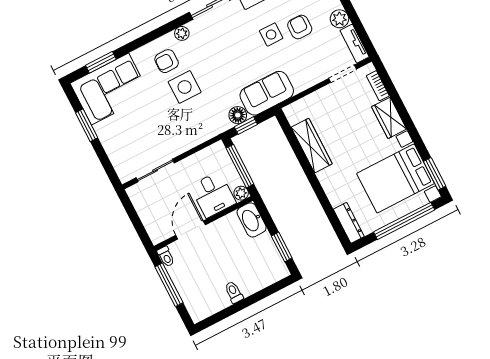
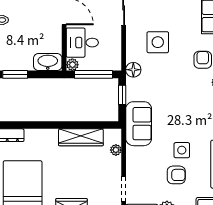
side table: (185, 87) -> (158, 42), moved
plant: (306, 103) -> (116, 150), added
floor lamp: (238, 115) -> (133, 70), moved

